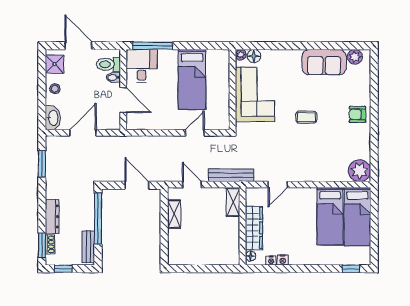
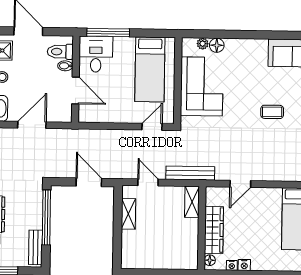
wall: (232, 90) -> (178, 81), moved
corner sofa: (255, 95) -> (202, 86), moved

